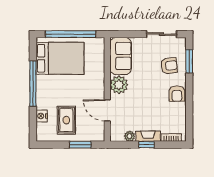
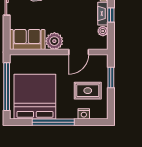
bed: (60, 58) -> (35, 97), width x1.36

